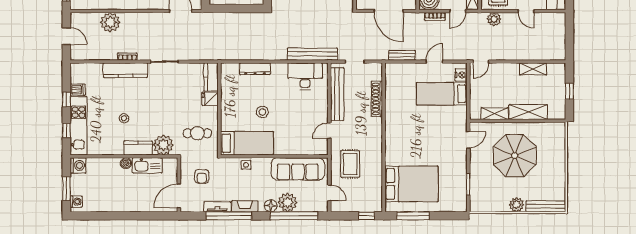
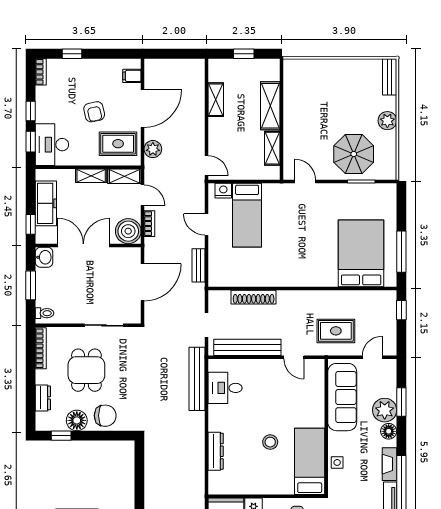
door: (526, 11) -> (143, 109), width x1.87
desk: (305, 76) -> (225, 388), width x0.73
parasol: (515, 156) -> (354, 154), moved, width x0.73, depth x0.73
bench: (546, 206) -> (390, 77), width x0.73
window: (294, 216) -> (401, 402), width x0.47

